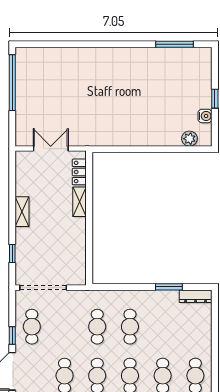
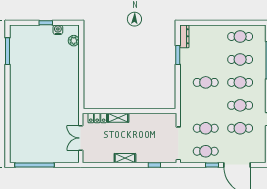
cafe table: (97, 327) -> (206, 128), moved

